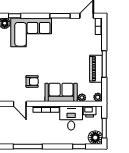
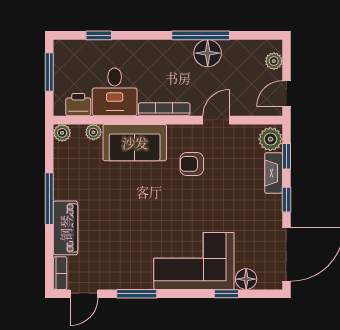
piano: (96, 69) -> (66, 228), moved
door: (20, 104) -> (216, 120), hinge flipped
floor lamp: (95, 138) -> (208, 53), moved

